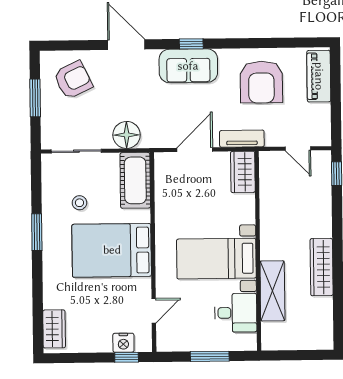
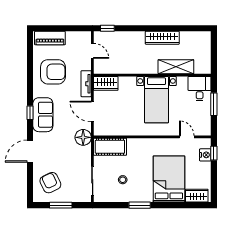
floor lamp: (127, 135) -> (83, 137), moved
door: (298, 148) -> (92, 51), hinge flipped
bed: (112, 250) -> (169, 179), moved, turned 180
desk: (236, 313) -> (200, 89), moved

